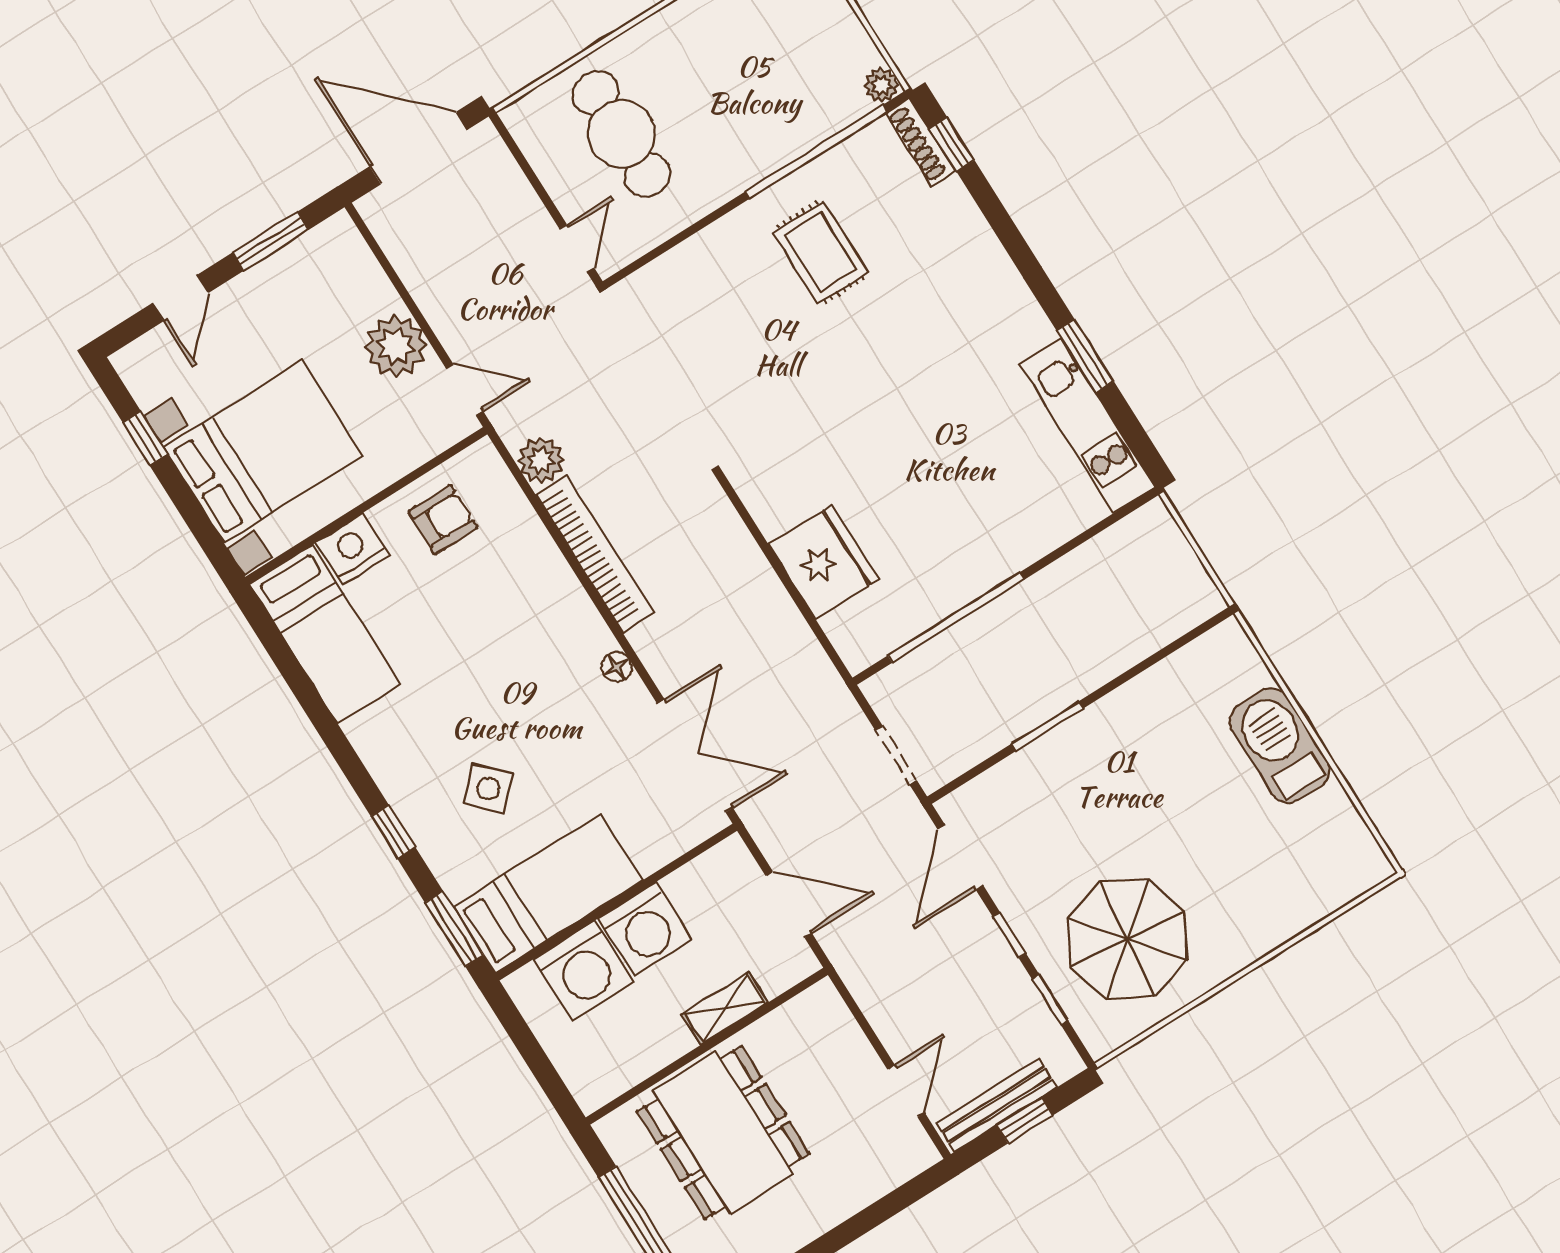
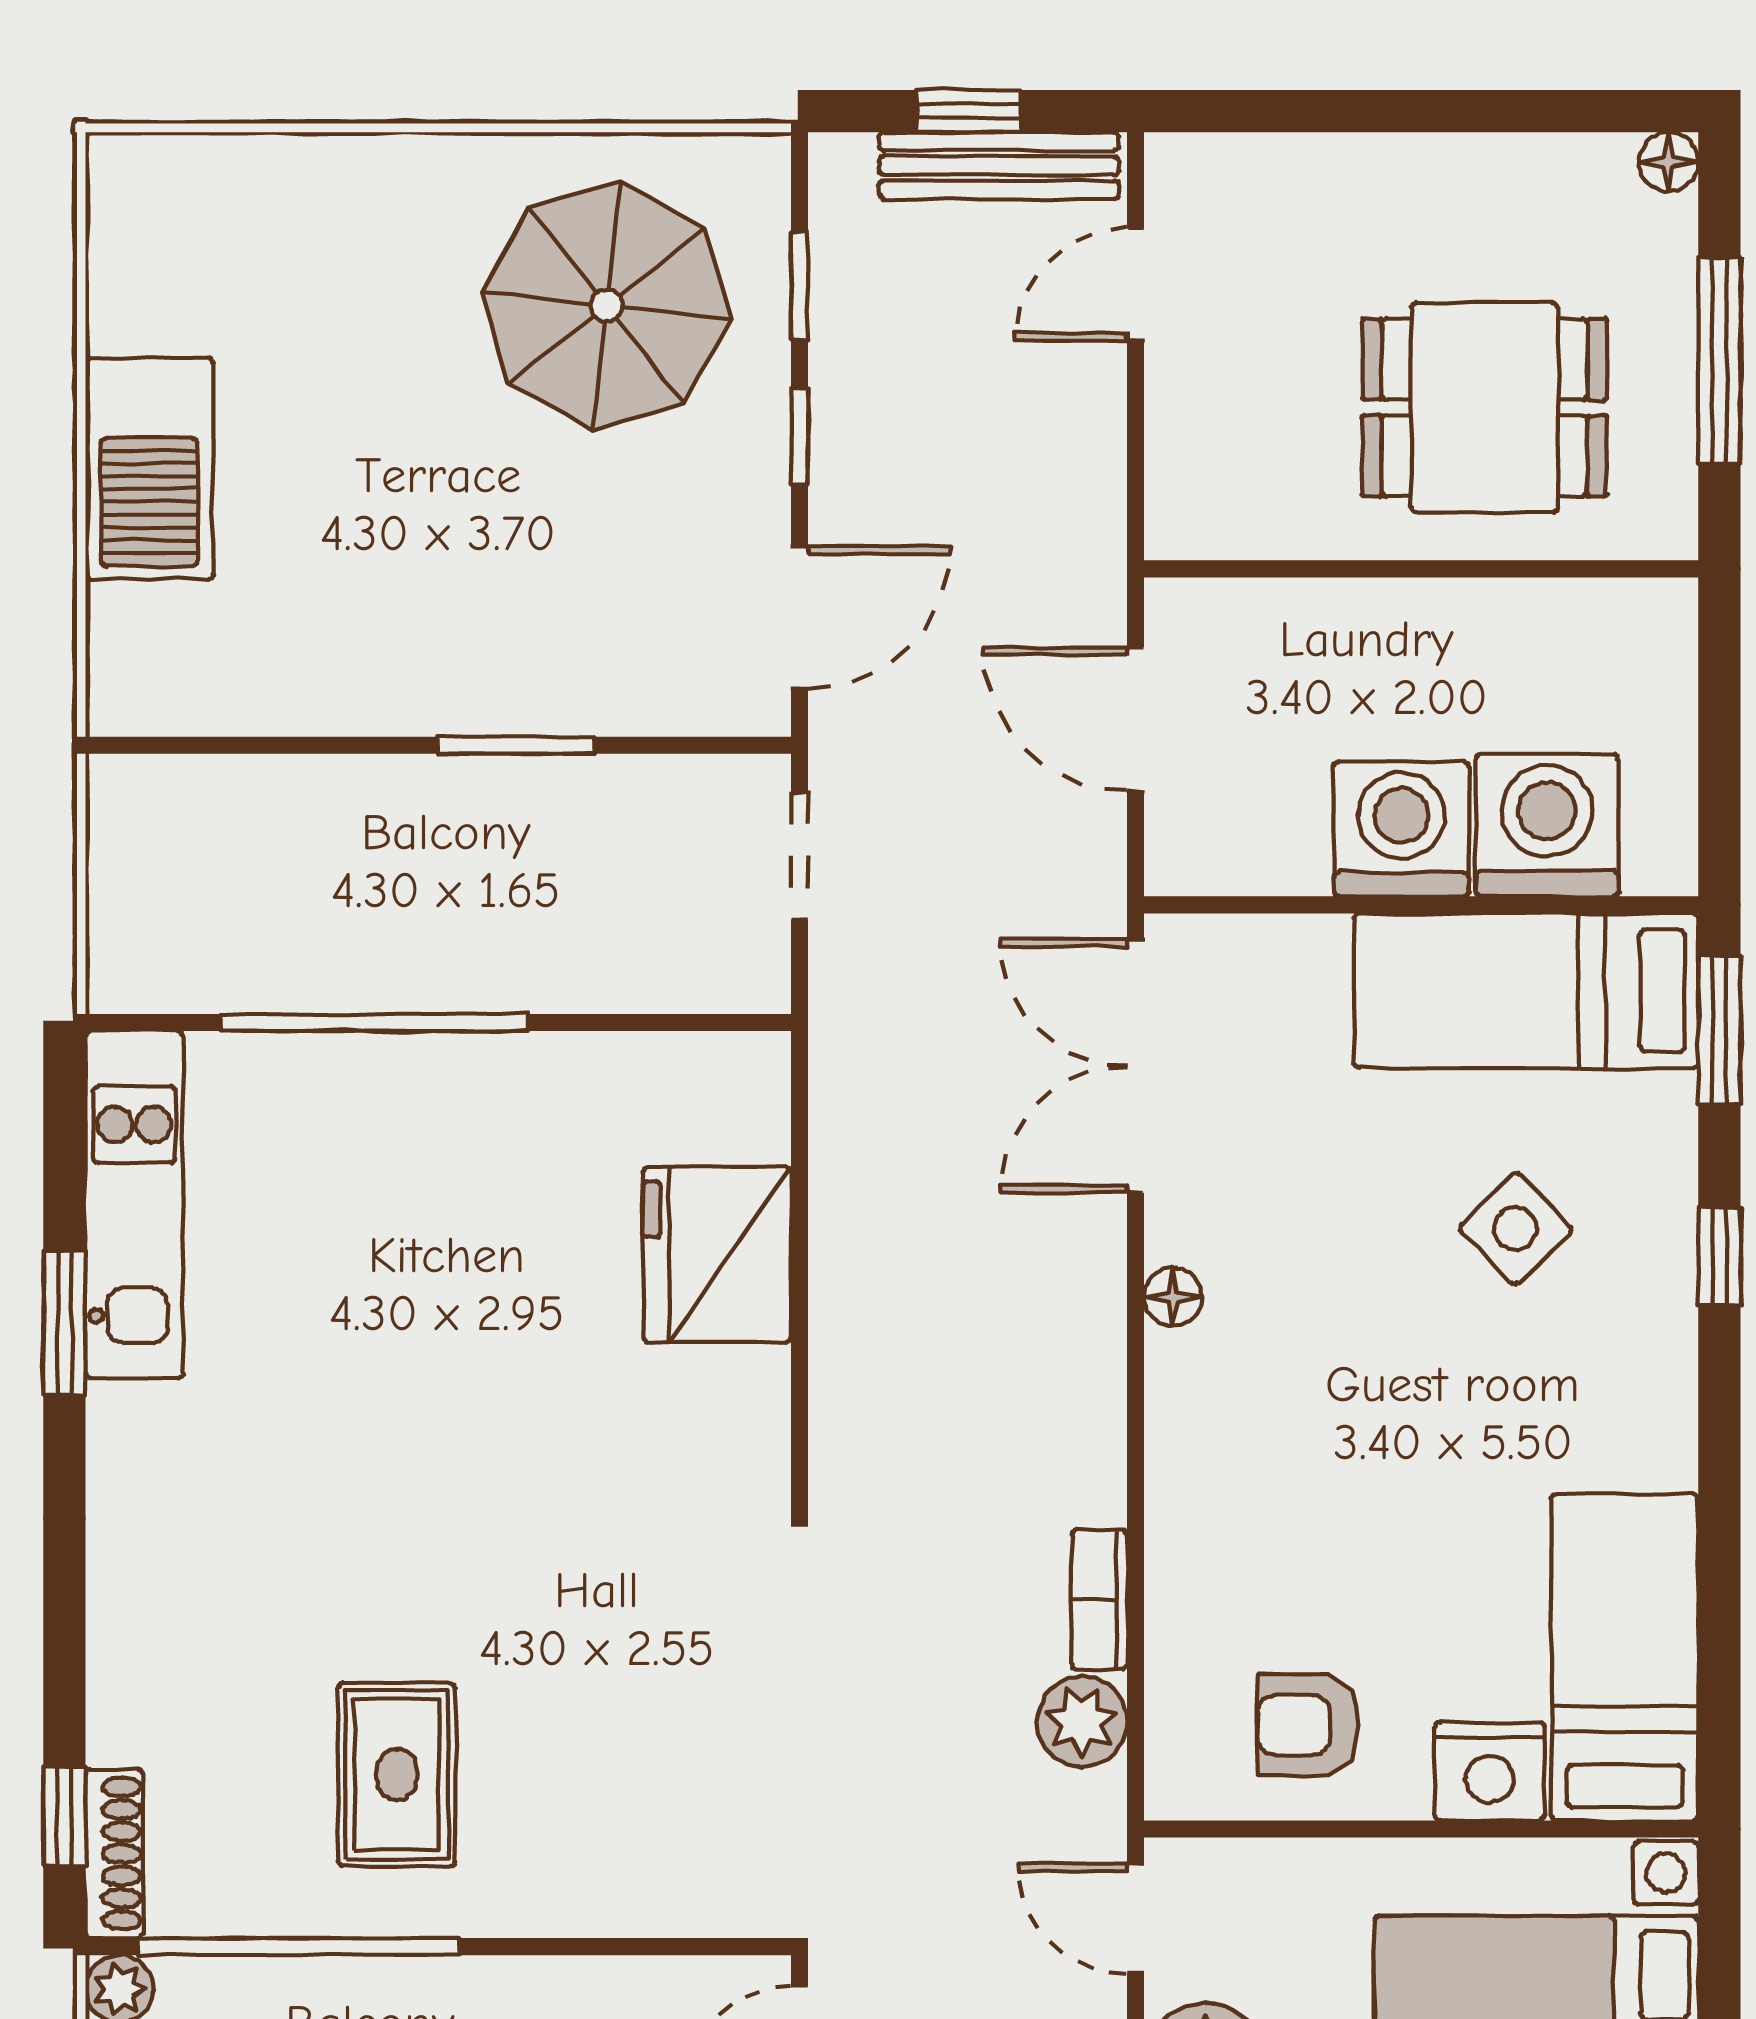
bookcase: (595, 554) -> (1099, 1600), width x0.43, depth x0.76
window: (956, 617) -> (374, 1023), moved
shelving: (725, 1009) -> (1351, 613), removed
dining table: (723, 1133) -> (1485, 408), width x0.73

